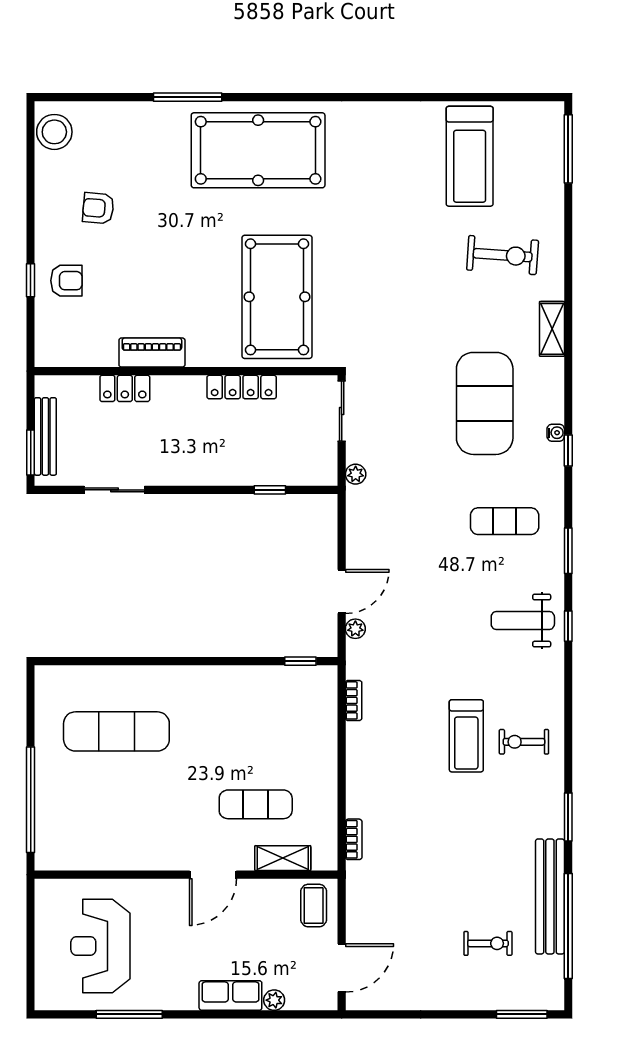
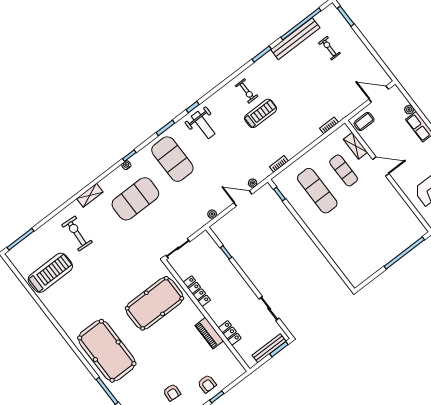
armchair: (66, 281) -> (207, 384), turned 180
plant: (356, 474) -> (212, 214), moved
exercise mat: (505, 521) -> (172, 159), width x2.00, depth x1.45
exercise mat: (116, 731) -> (317, 191), moved

